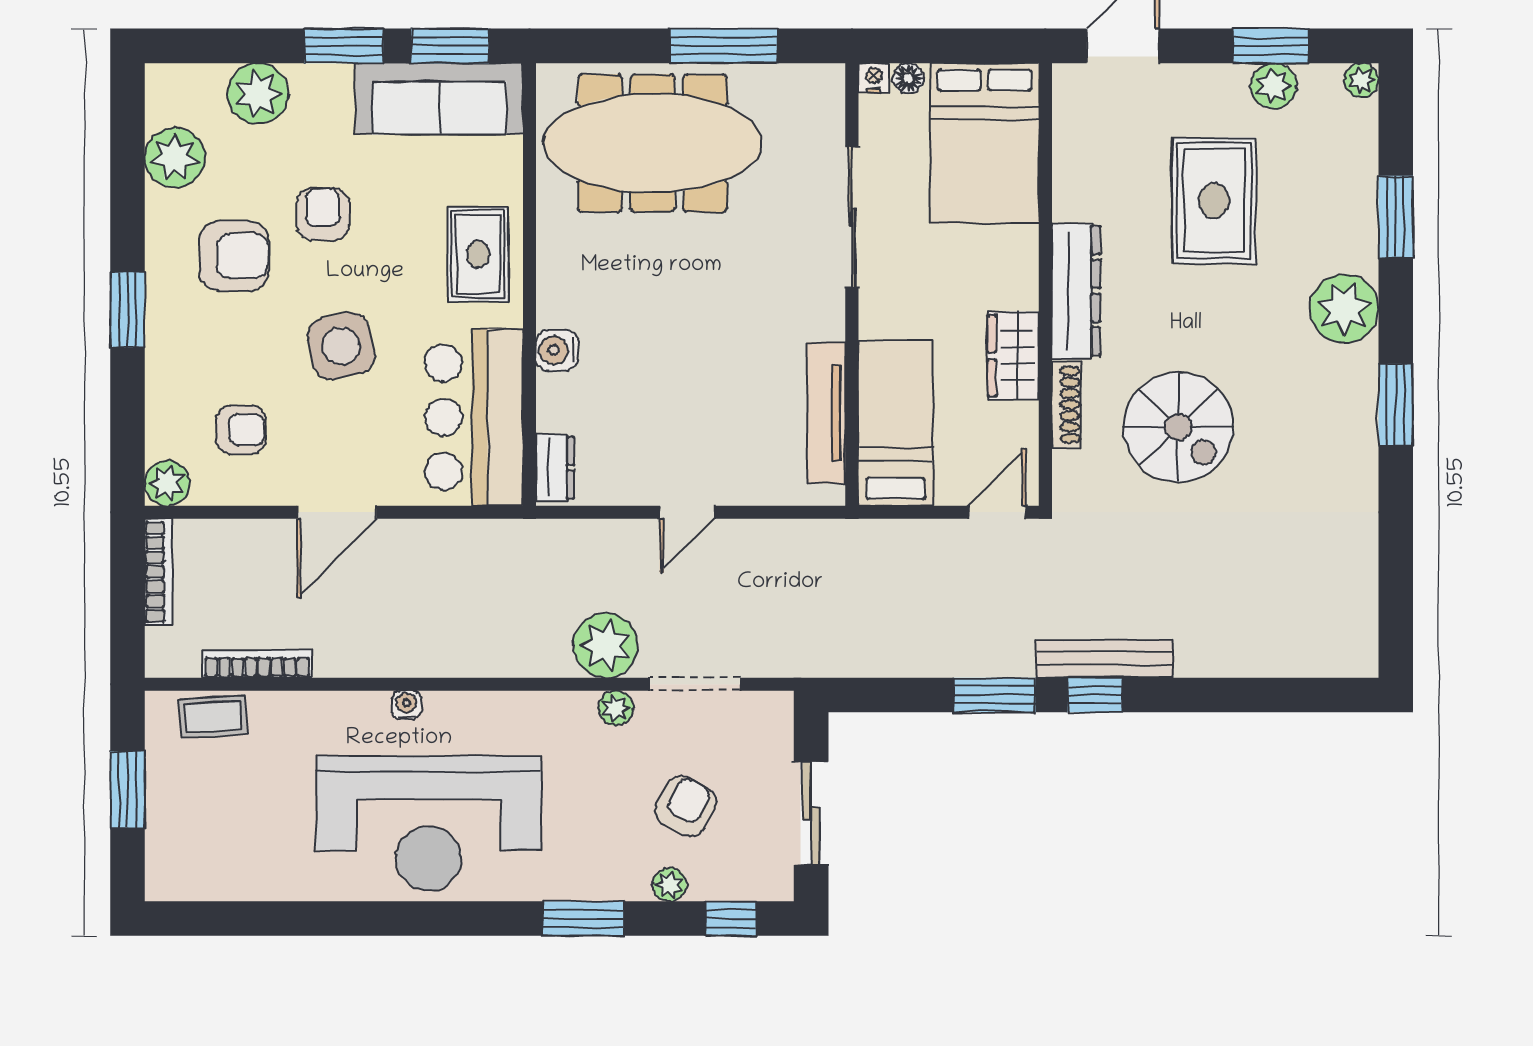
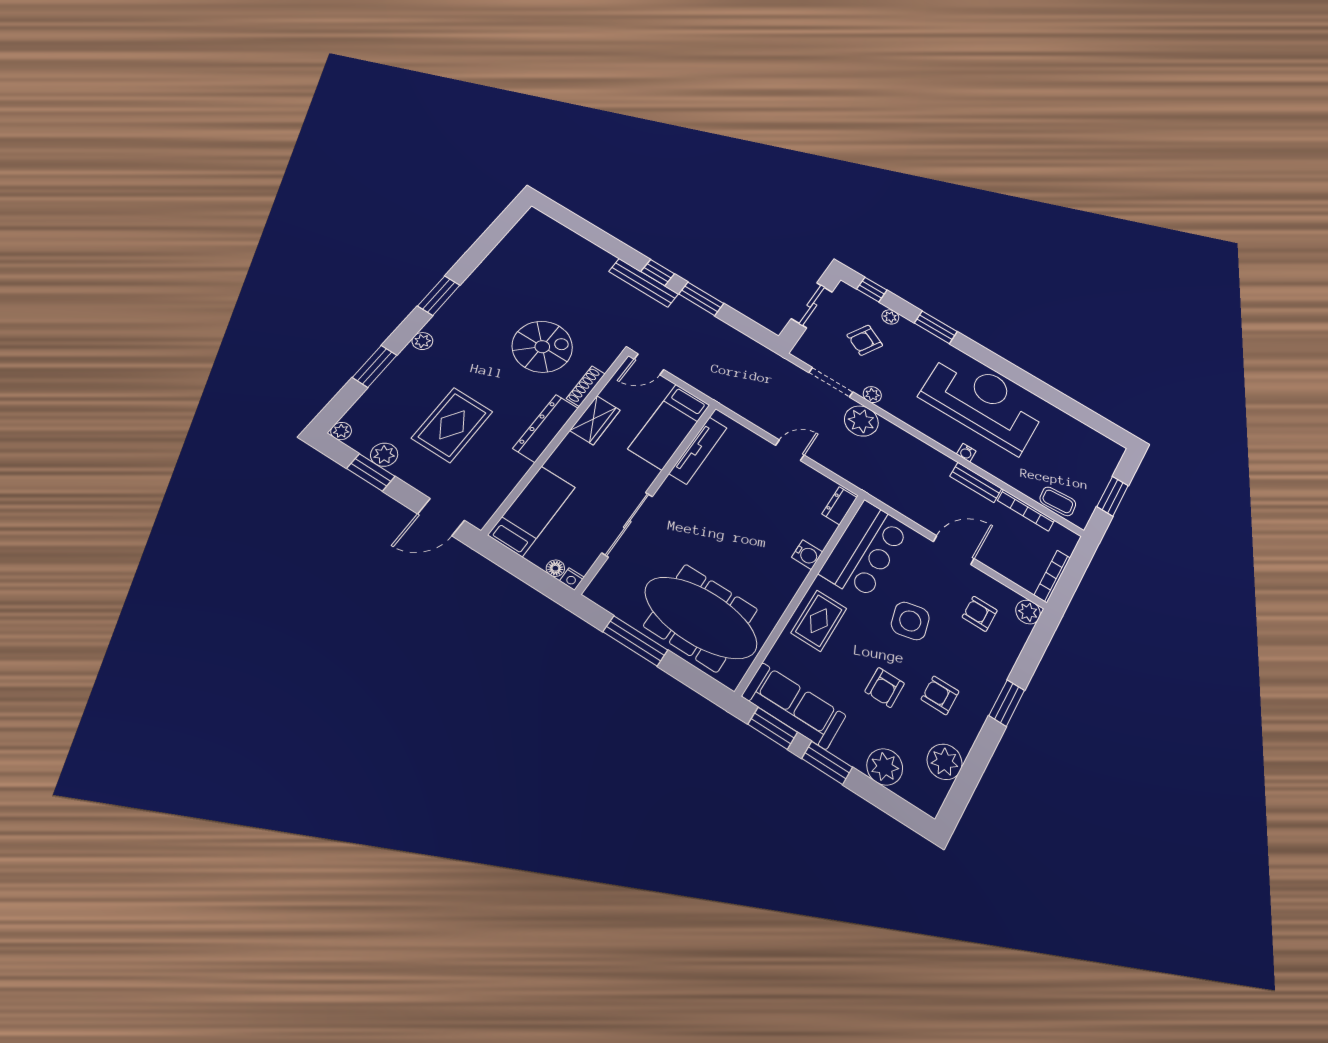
bed: (985, 143) -> (532, 511), width x0.67
armchair: (234, 256) -> (940, 695), width x0.72, depth x0.72
plant: (1344, 309) -> (422, 341), width x0.53, depth x0.53
spiral stairs: (1178, 427) -> (542, 347), turned 90
bench: (363, 660) -> (976, 482), added

